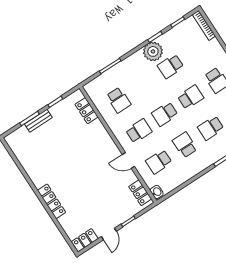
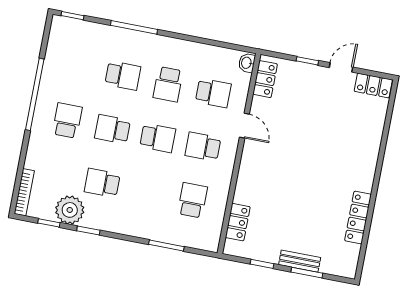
plant: (153, 51) -> (70, 210), moved
school desk: (171, 66) -> (102, 183), turned 180
locker: (51, 201) -> (358, 217), moved

